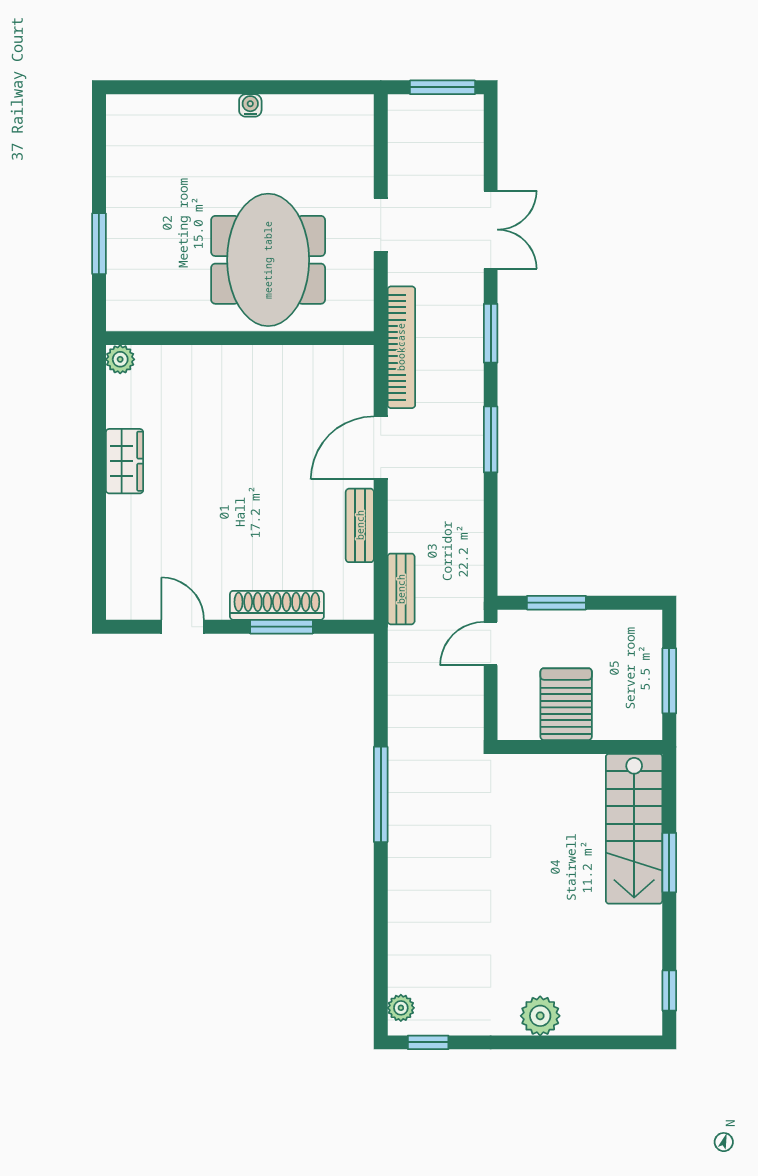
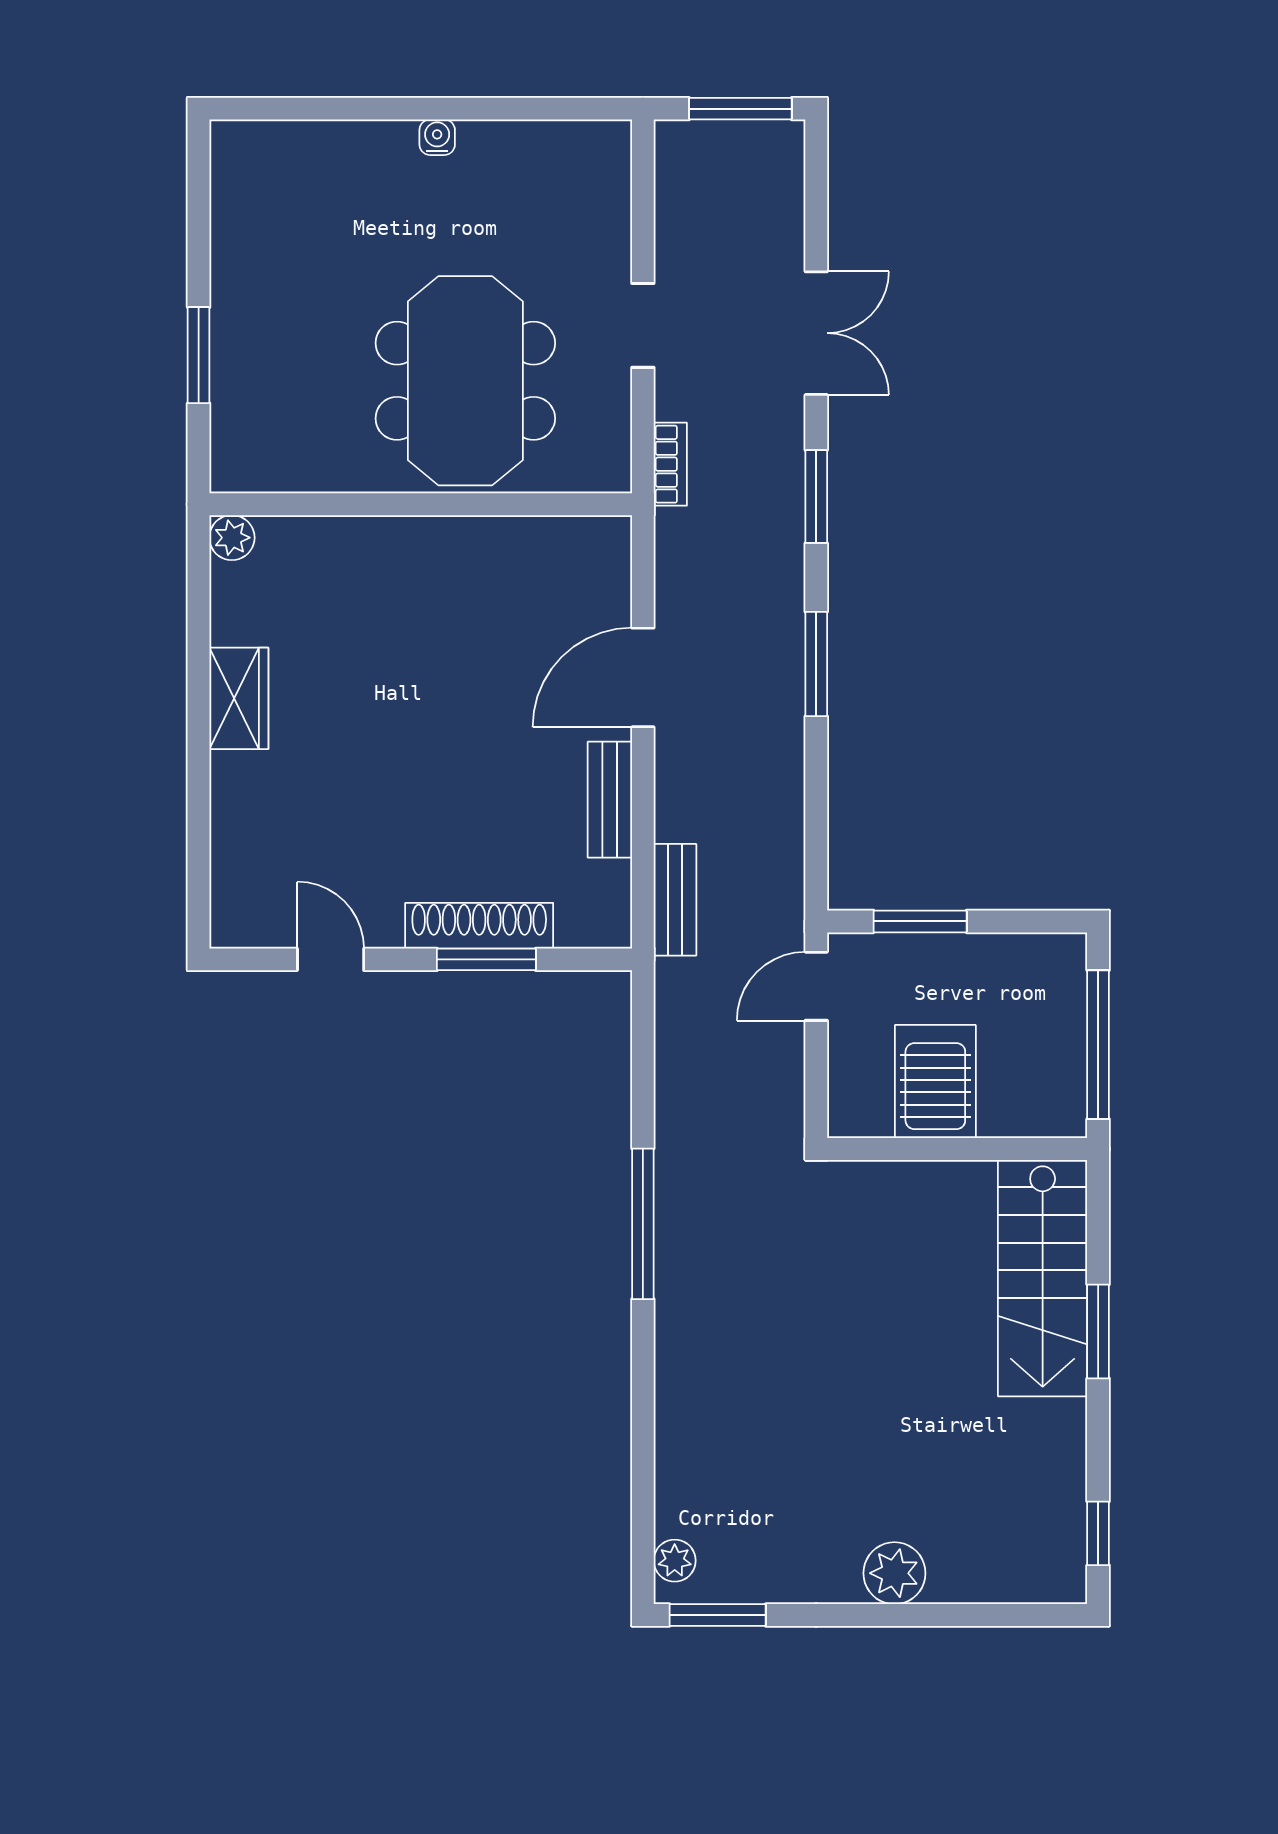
bookcase: (401, 347) -> (670, 464), width x0.43, depth x0.76
window: (669, 681) -> (1098, 1045), width x1.44
window: (428, 1042) -> (718, 1615), width x1.50

